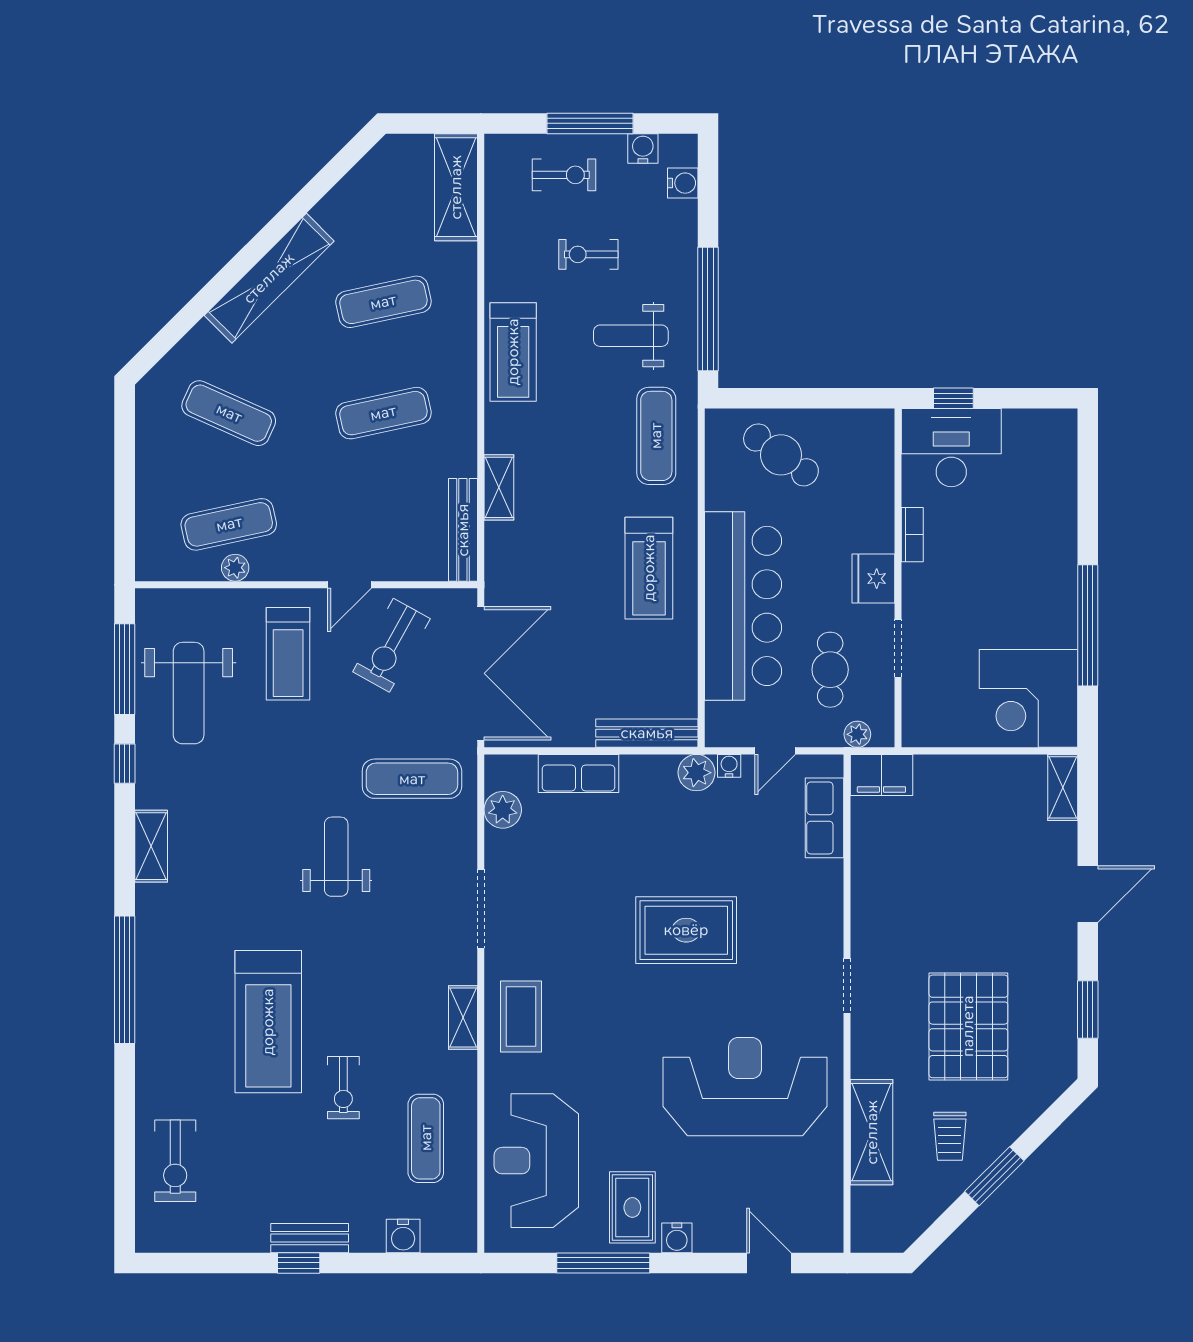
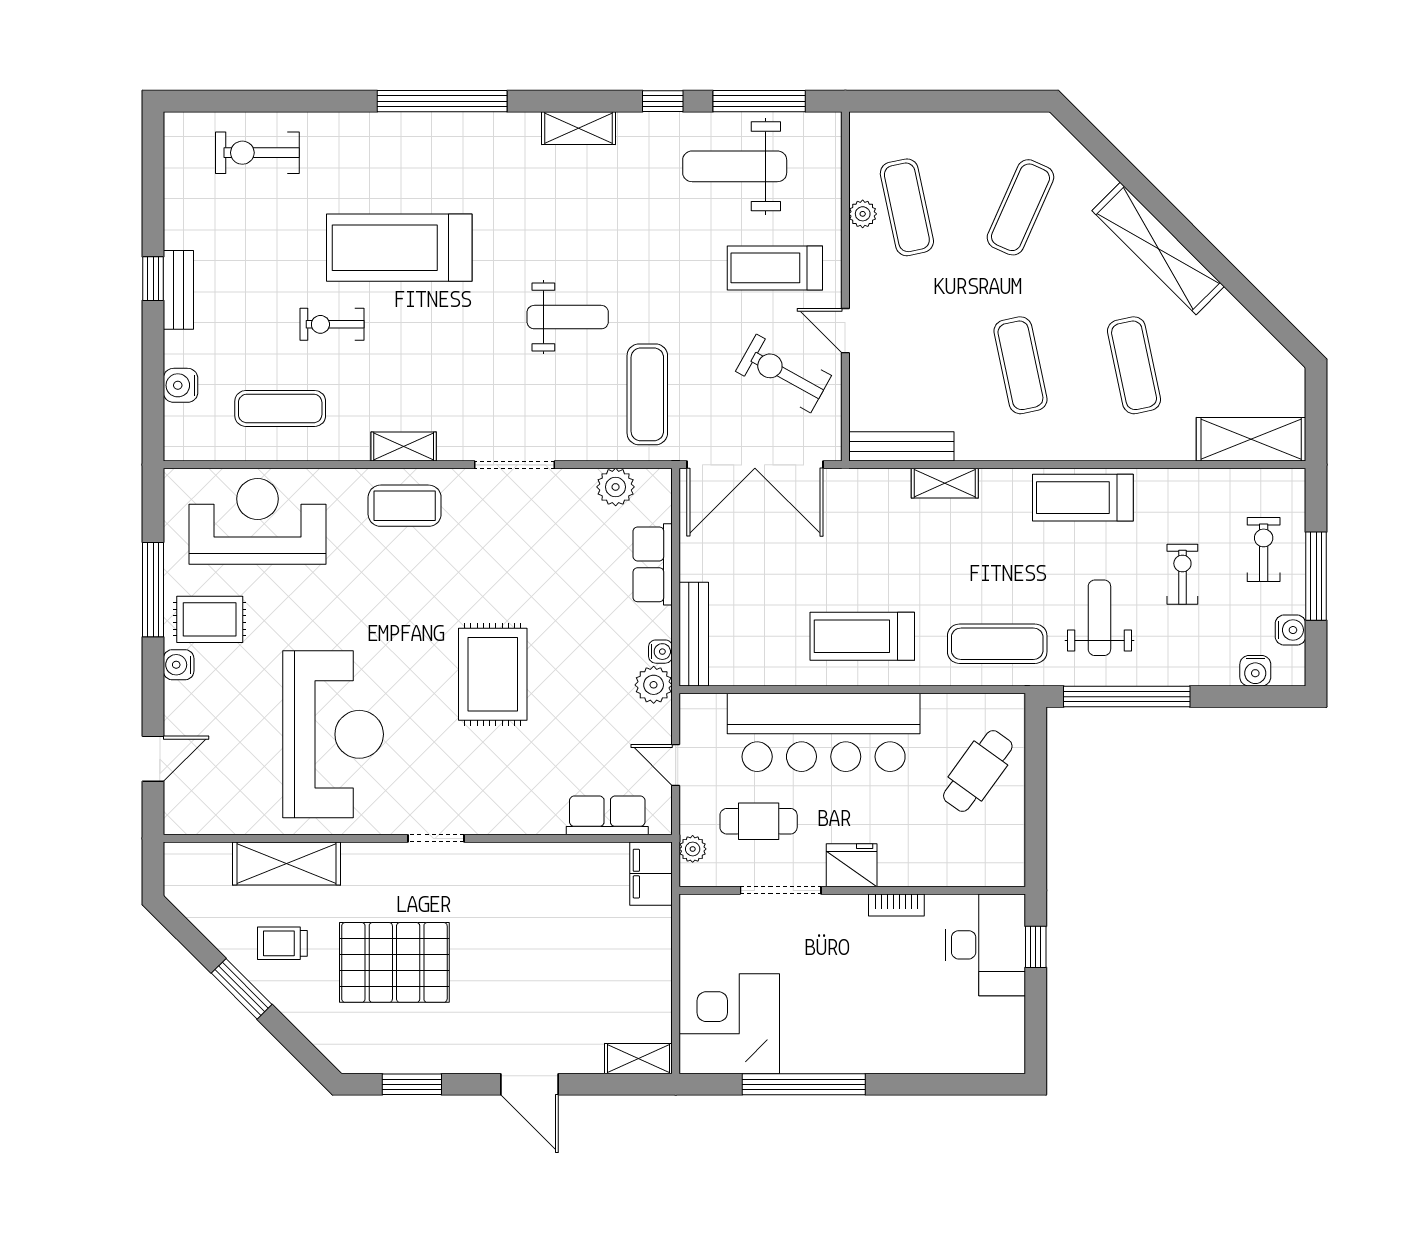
exercise bike: (564, 175) -> (1264, 550), turned 180
doorway: (898, 648) -> (781, 890), width x1.38
water cooler: (729, 766) -> (660, 652), moved

